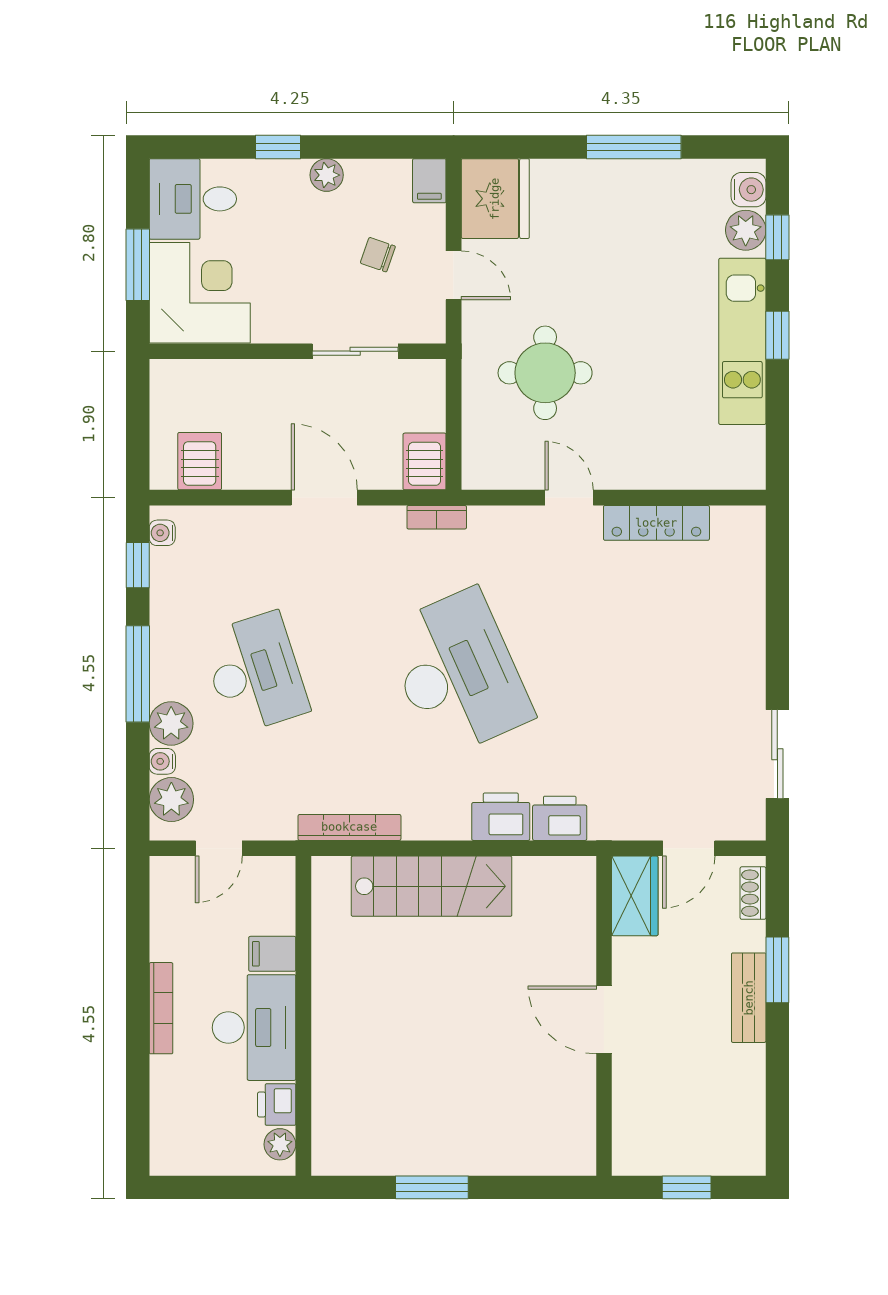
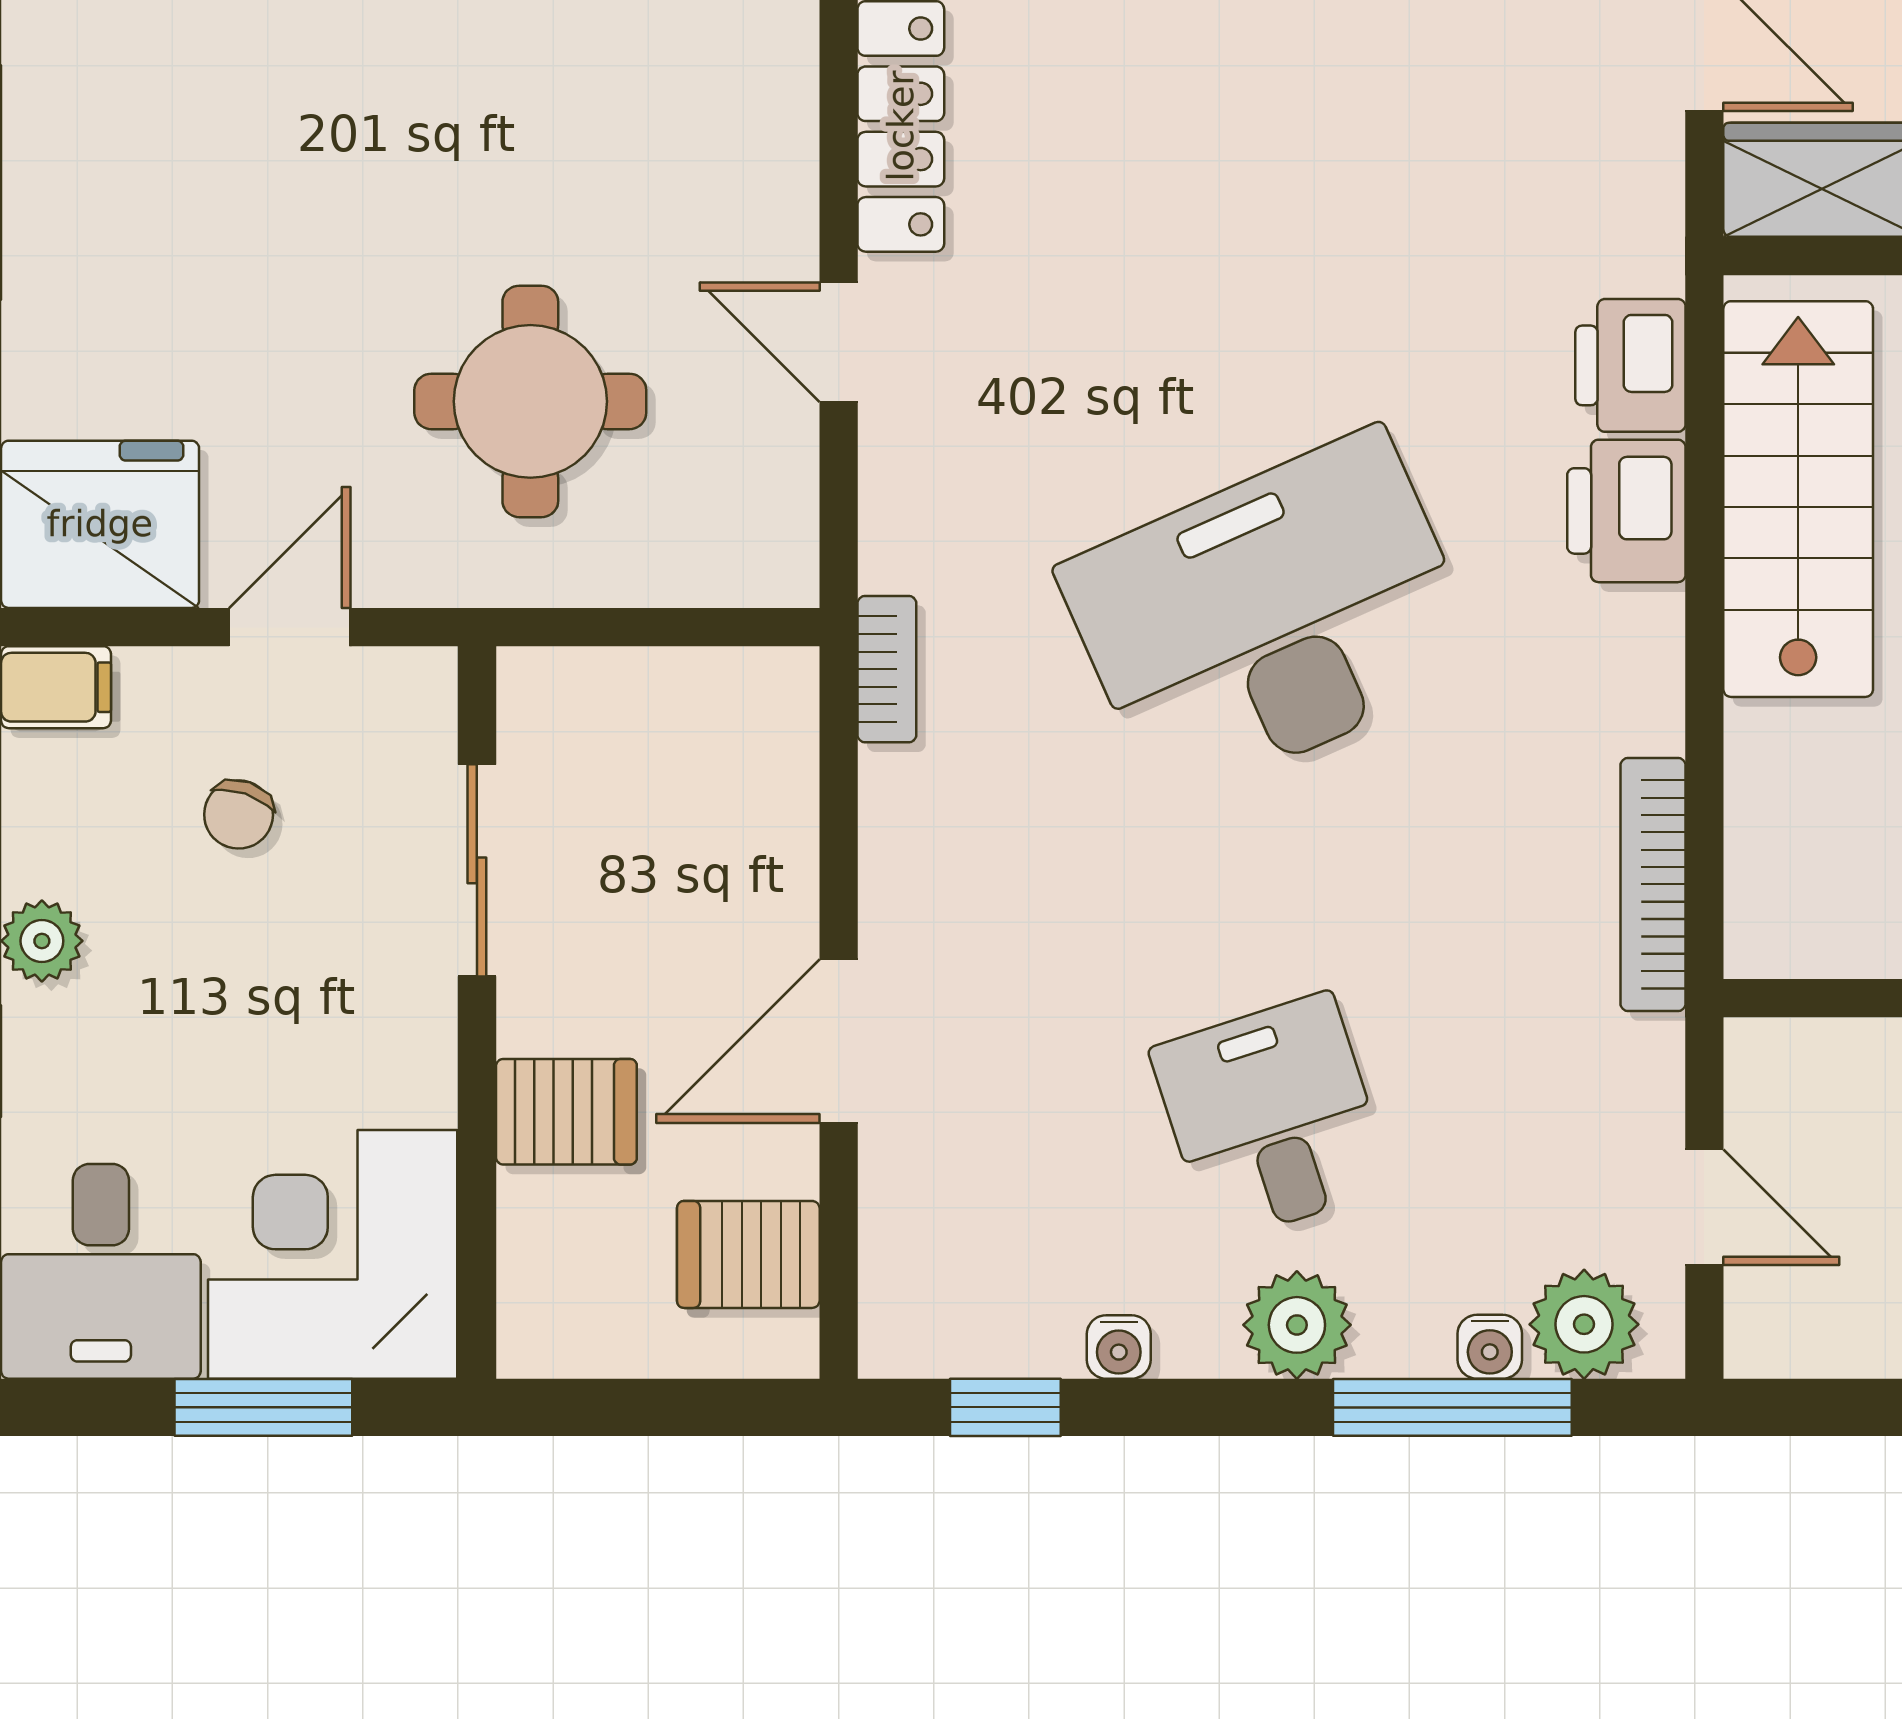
server rack: (425, 461) -> (566, 1112), moved, turned 180
door: (324, 498) -> (839, 1041), moved
door: (569, 498) -> (839, 342), hinge flipped
water cooler: (162, 533) -> (1119, 1347), moved
desk: (255, 673) -> (1272, 1118), width x0.73
window: (138, 674) -> (1452, 1407), moved
plant: (171, 723) -> (1297, 1325), moved
stairs: (432, 886) -> (1798, 499), moved

